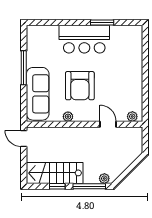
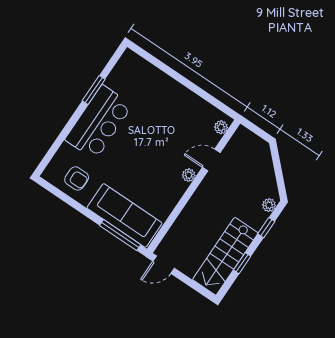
window: (24, 68) -> (120, 235), moved
armchair: (80, 86) -> (77, 178), moved, width x0.53, depth x0.53
plant: (68, 117) -> (189, 175), moved
window: (89, 186) -> (266, 228), width x0.46

